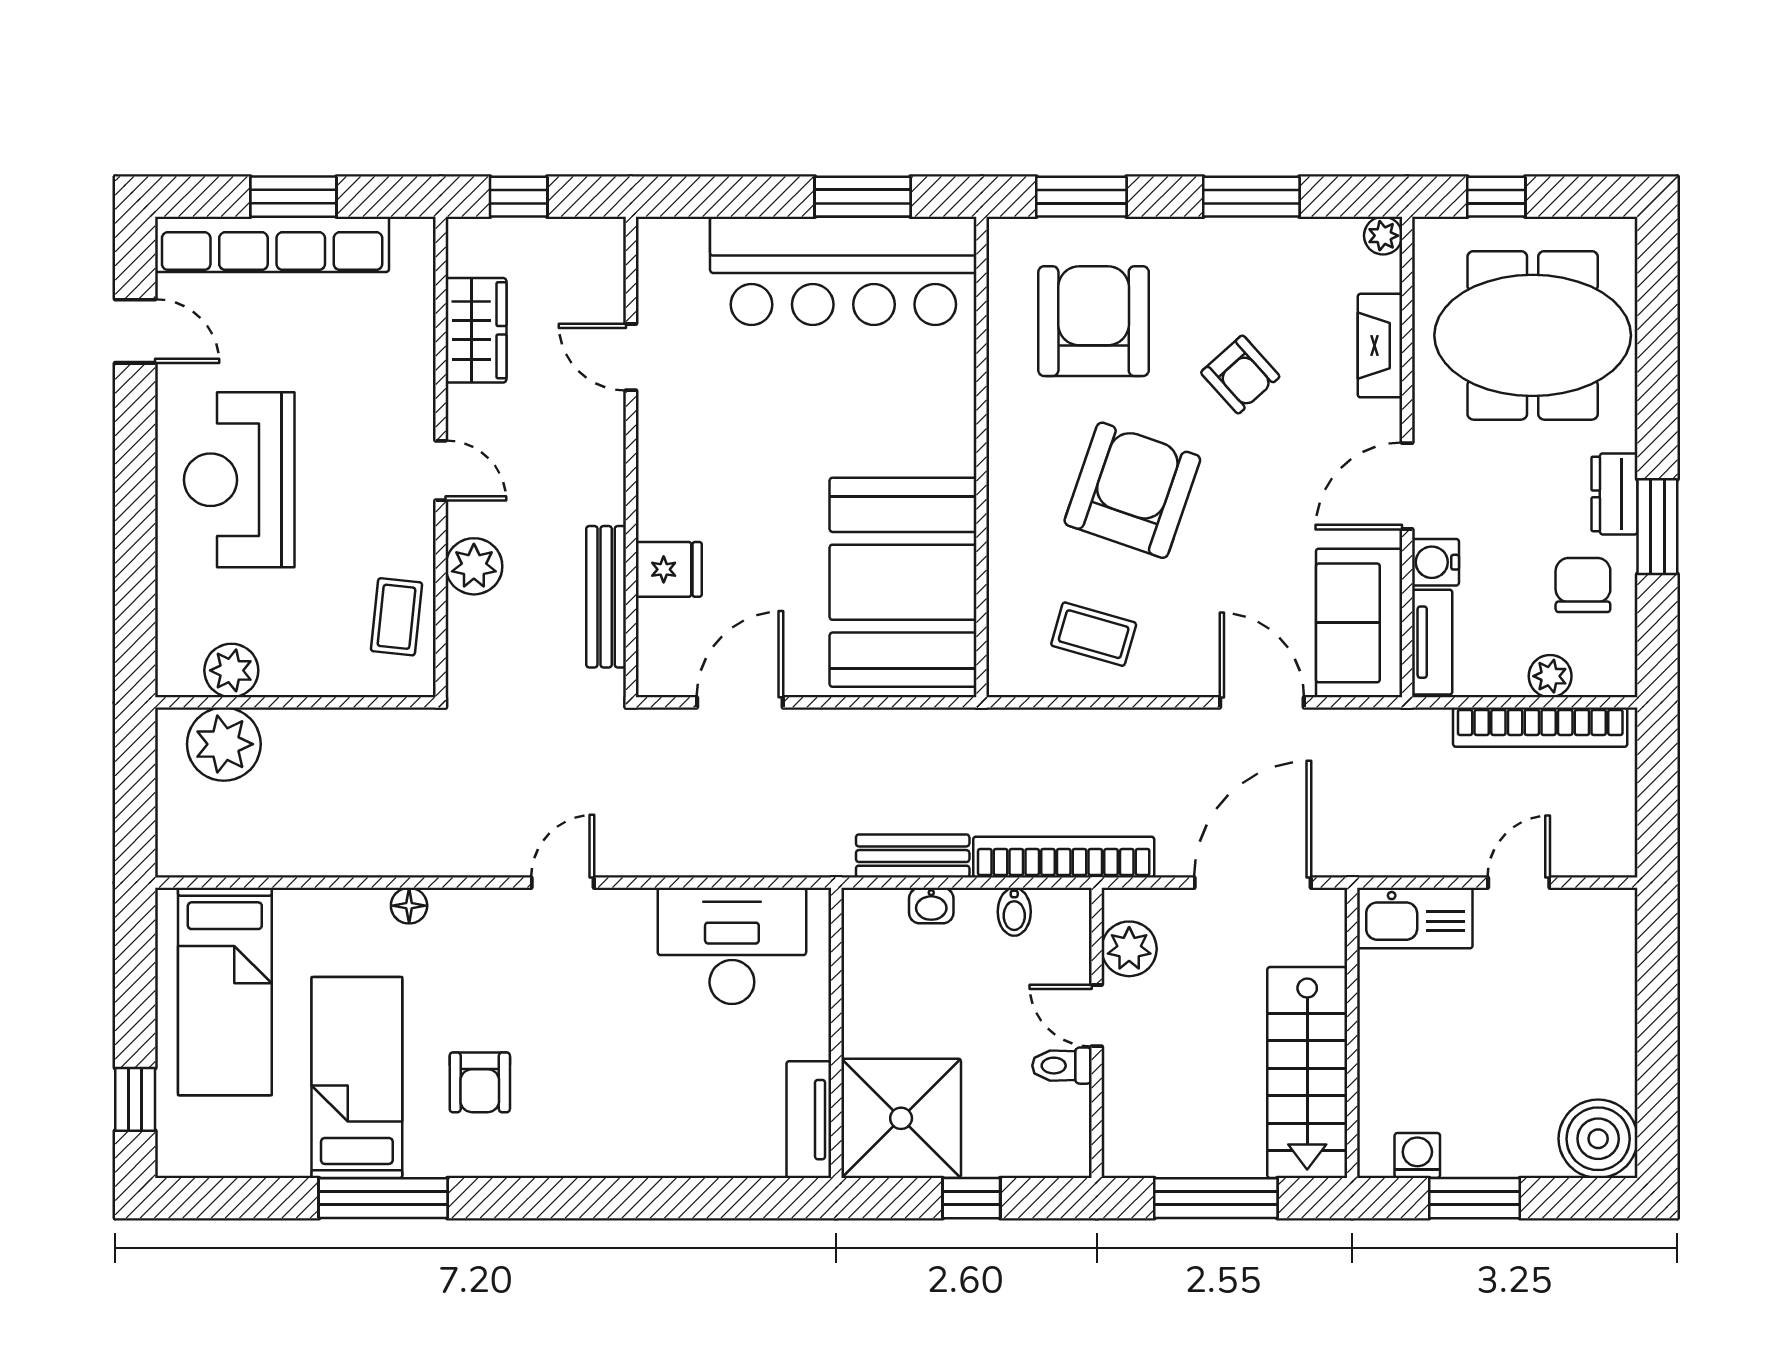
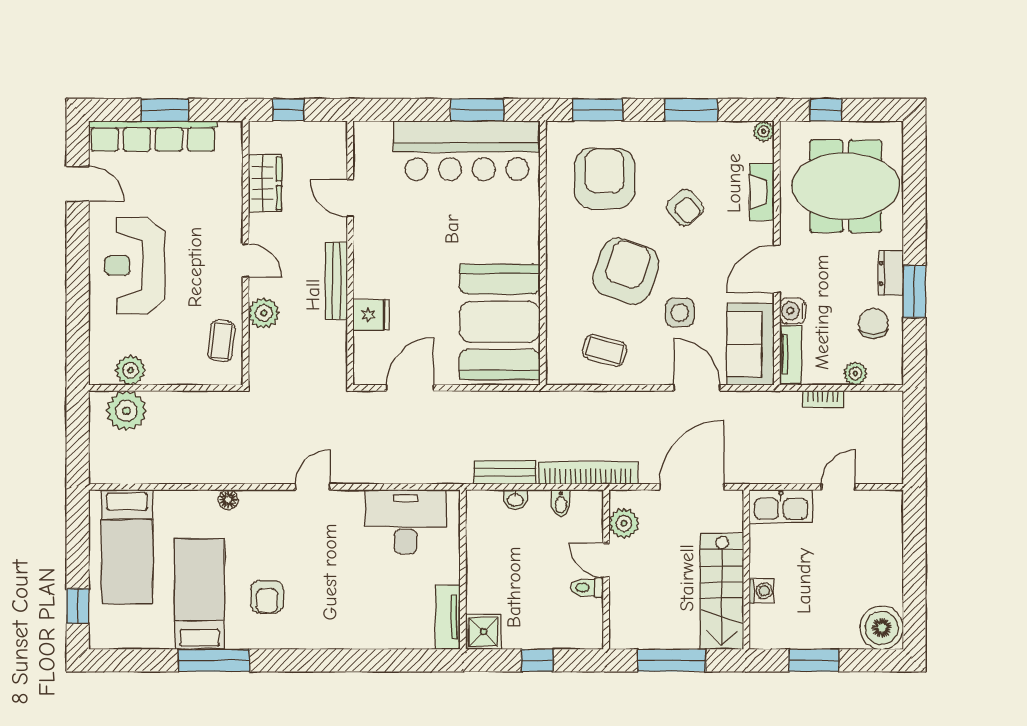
side table: (1231, 565) -> (680, 312), added
bench: (606, 597) -> (337, 281), moved
bookcase: (1540, 727) -> (823, 399), width x0.43, depth x0.76
shower: (901, 1118) -> (483, 632), width x0.54, depth x0.54
washing machine: (1417, 1155) -> (762, 591), moved, turned 90

